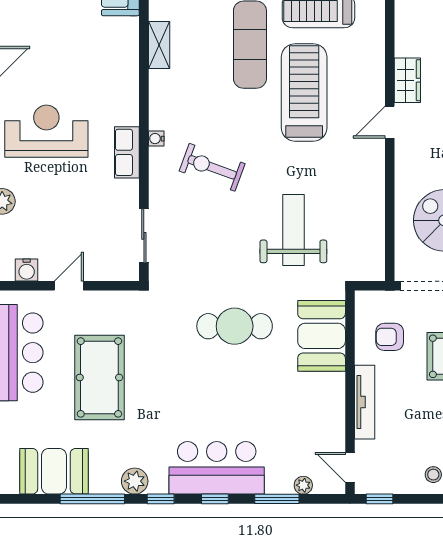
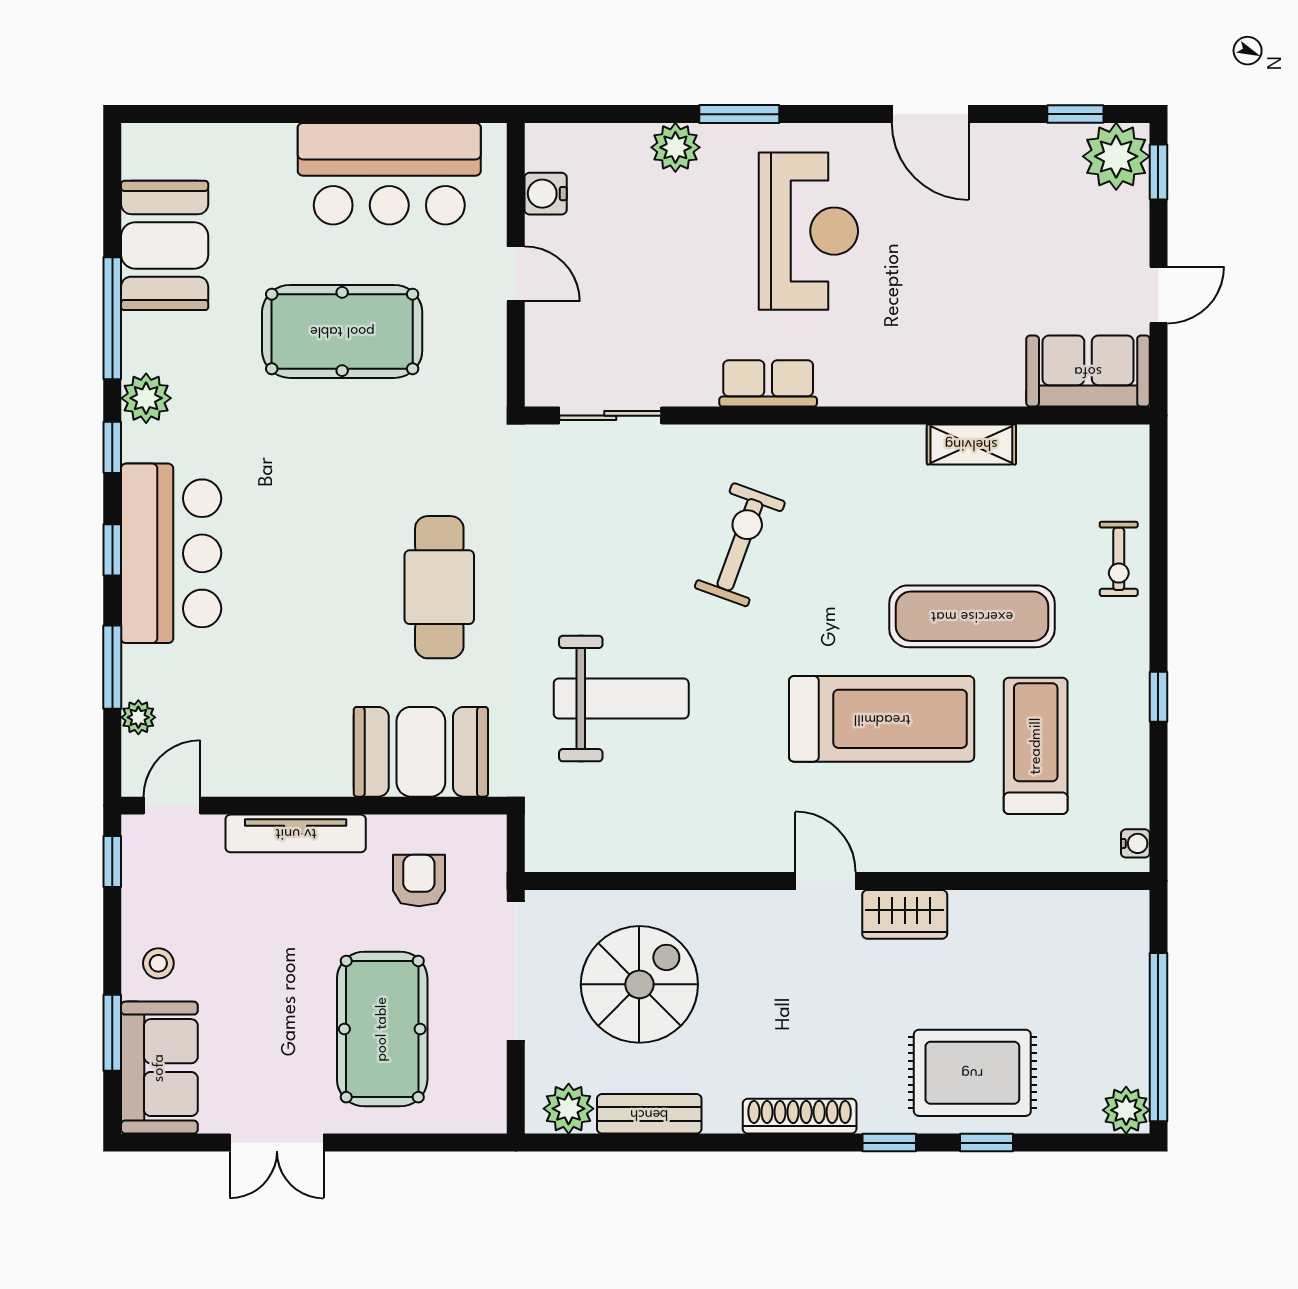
water cooler: (156, 139) -> (794, 439), removed

